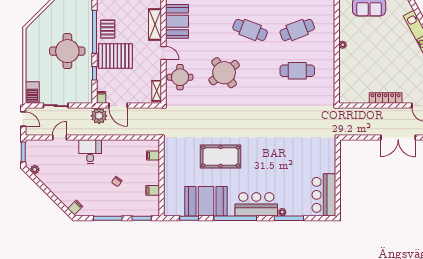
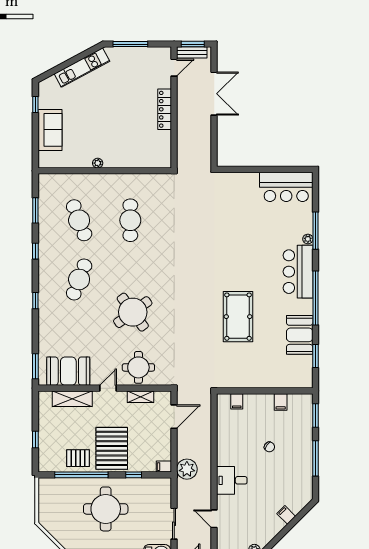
shelving: (157, 91) -> (140, 397), moved
door: (118, 106) -> (174, 417), moved
booth: (206, 201) -> (300, 335), width x0.73, depth x0.70
filing cabinet: (75, 208) -> (286, 515), moved

